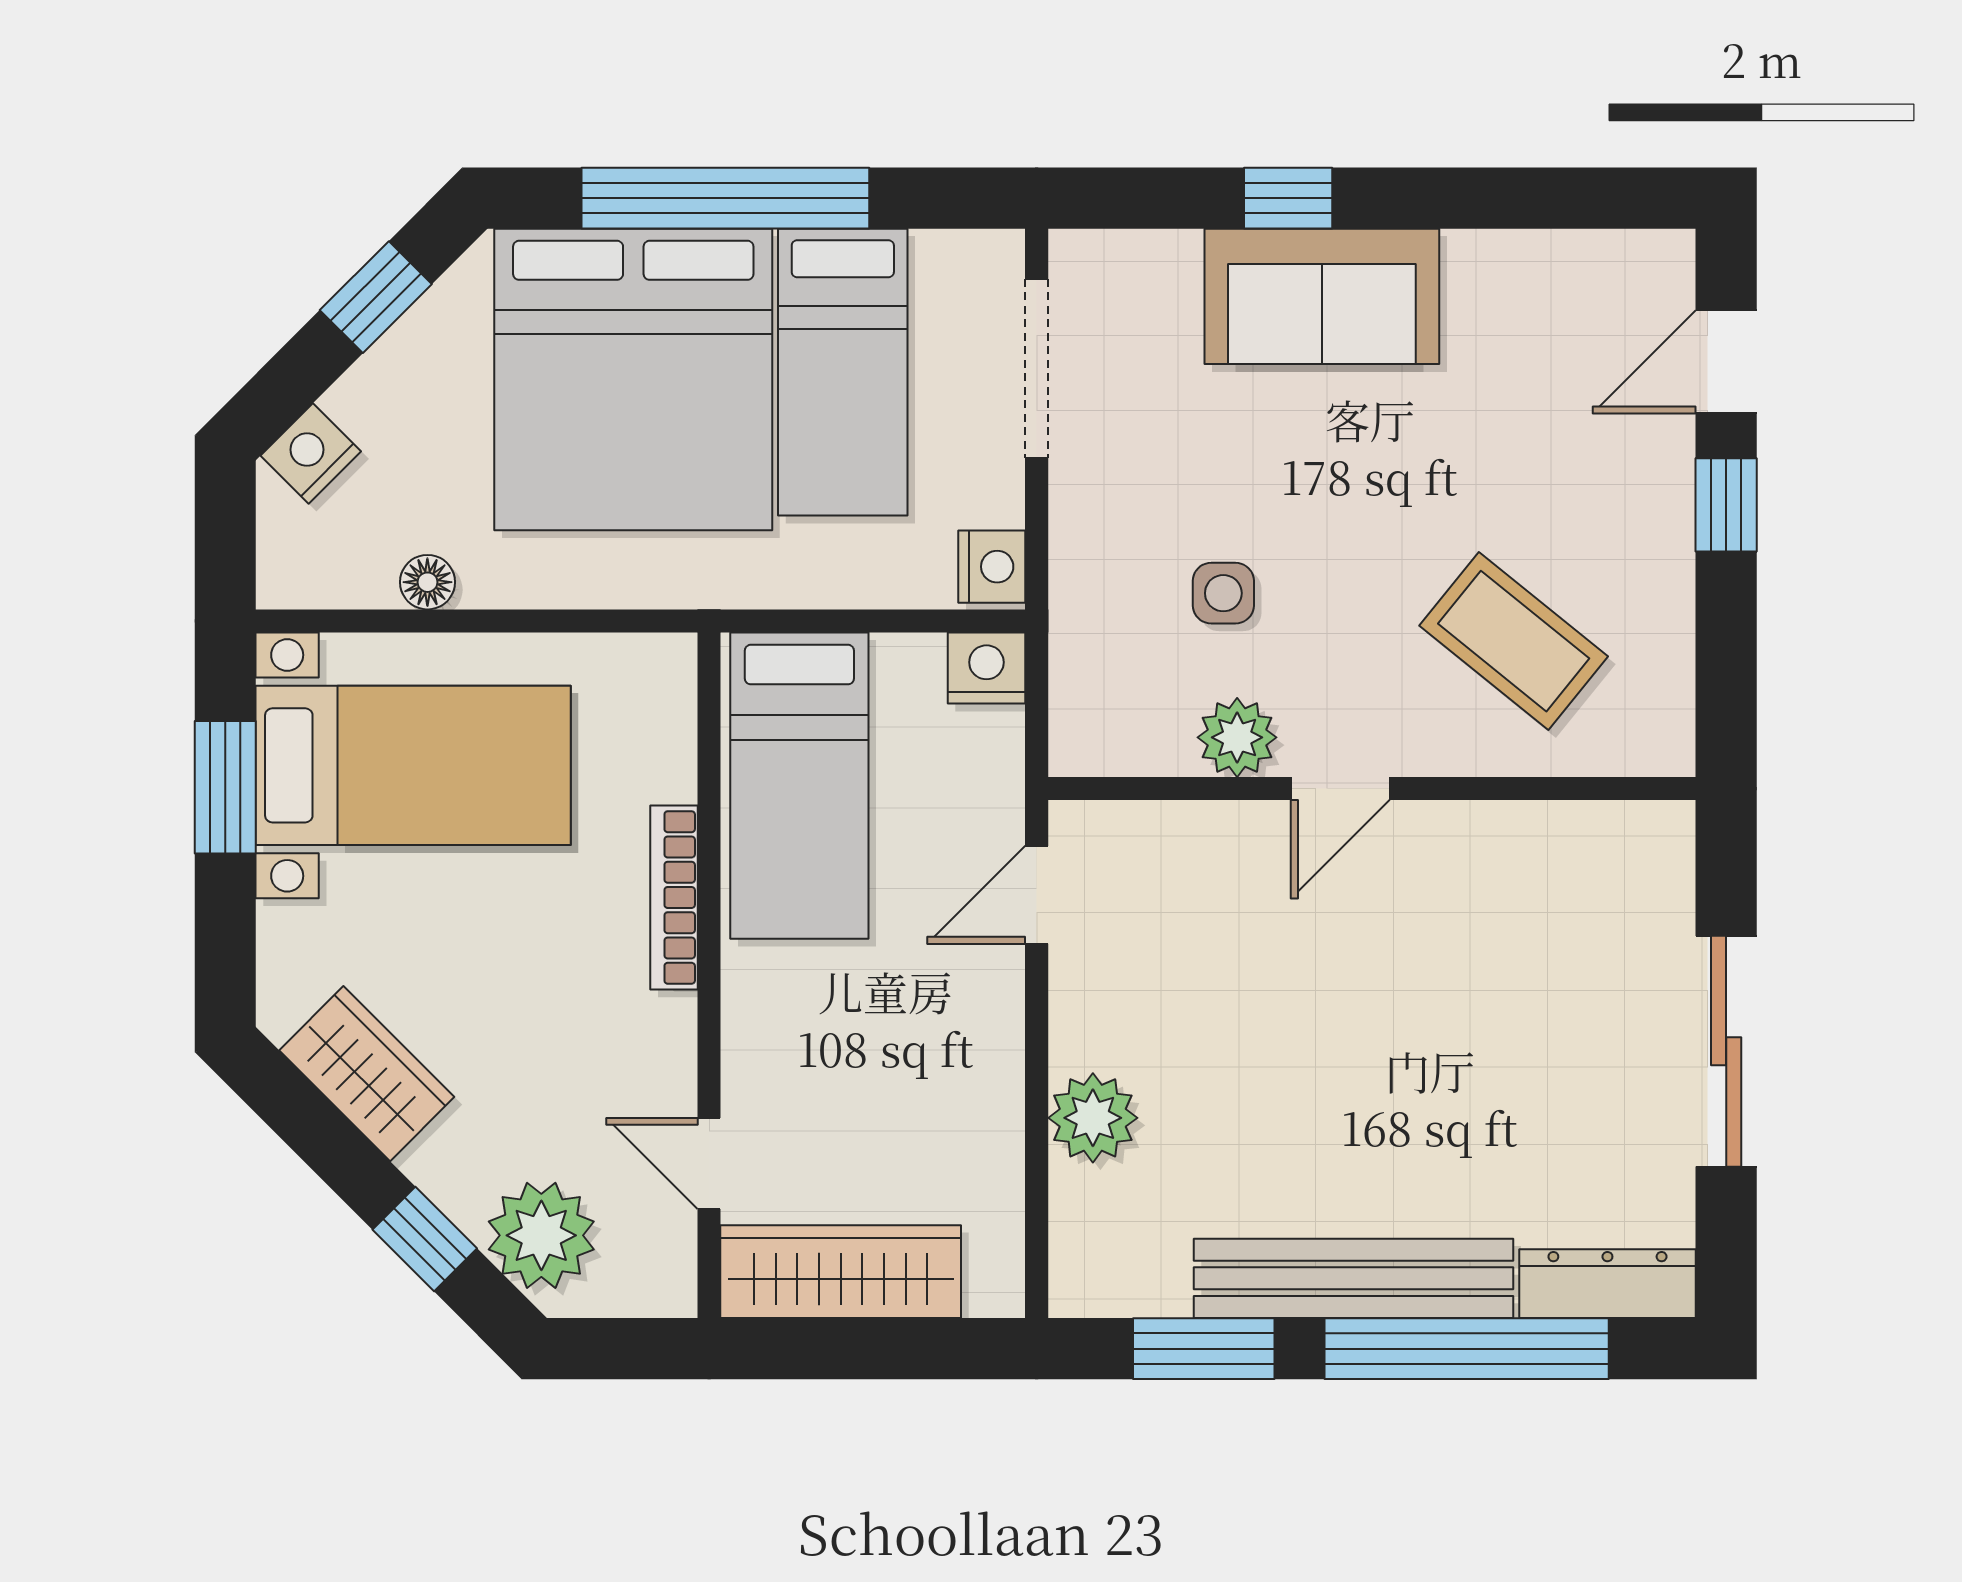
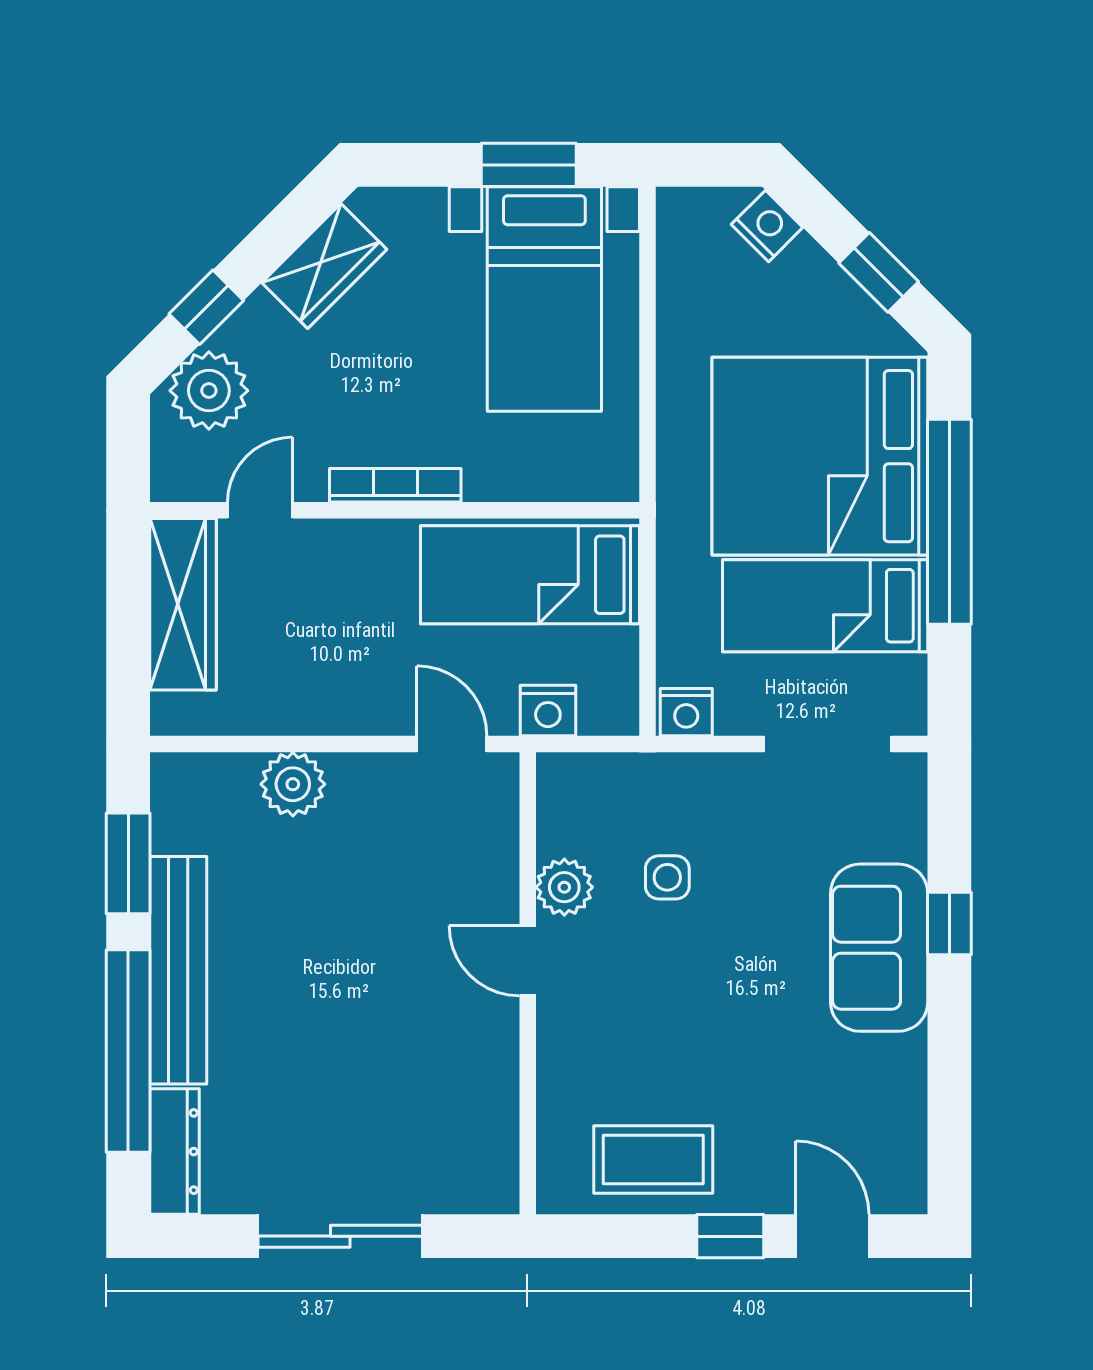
floor lamp: (427, 582) -> (675, 309), removed
coffee table: (1514, 641) -> (653, 1160), moved, turned 51
nightstand: (986, 668) -> (548, 710), moved, turned 90
bookcase: (674, 897) -> (395, 485), moved

